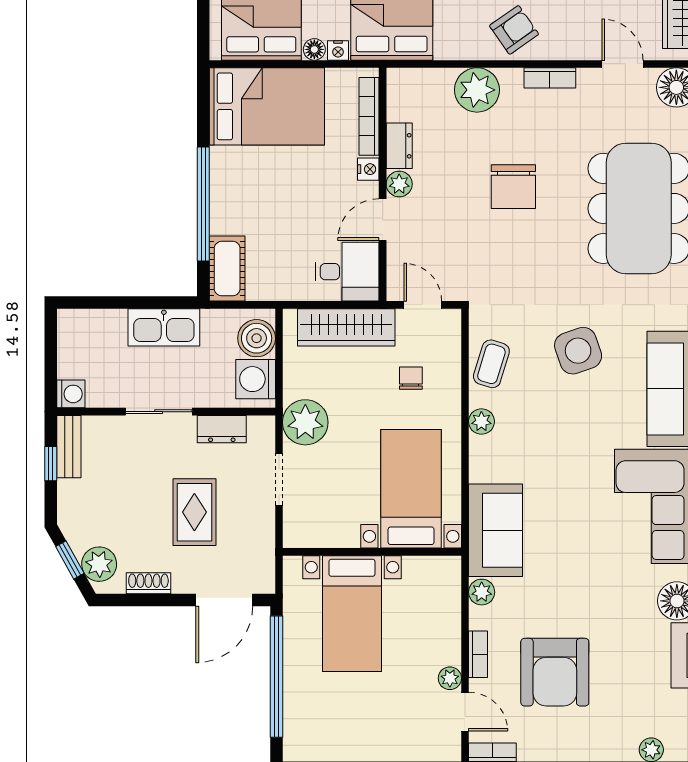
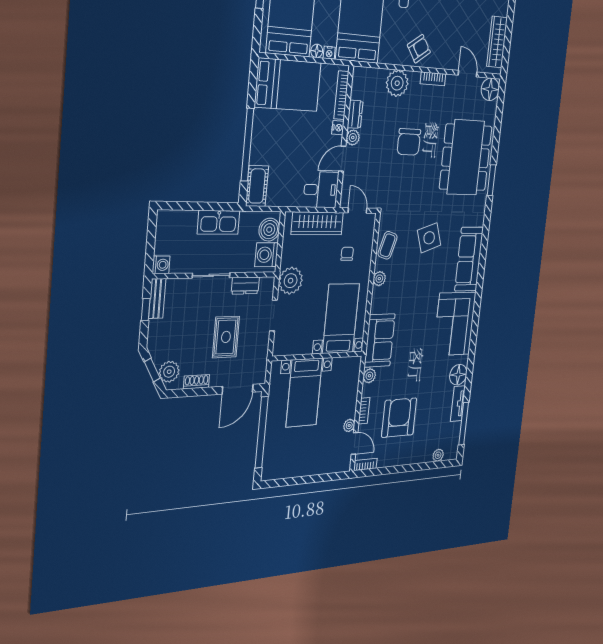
armchair: (555, 672) -> (399, 418), turned 180

